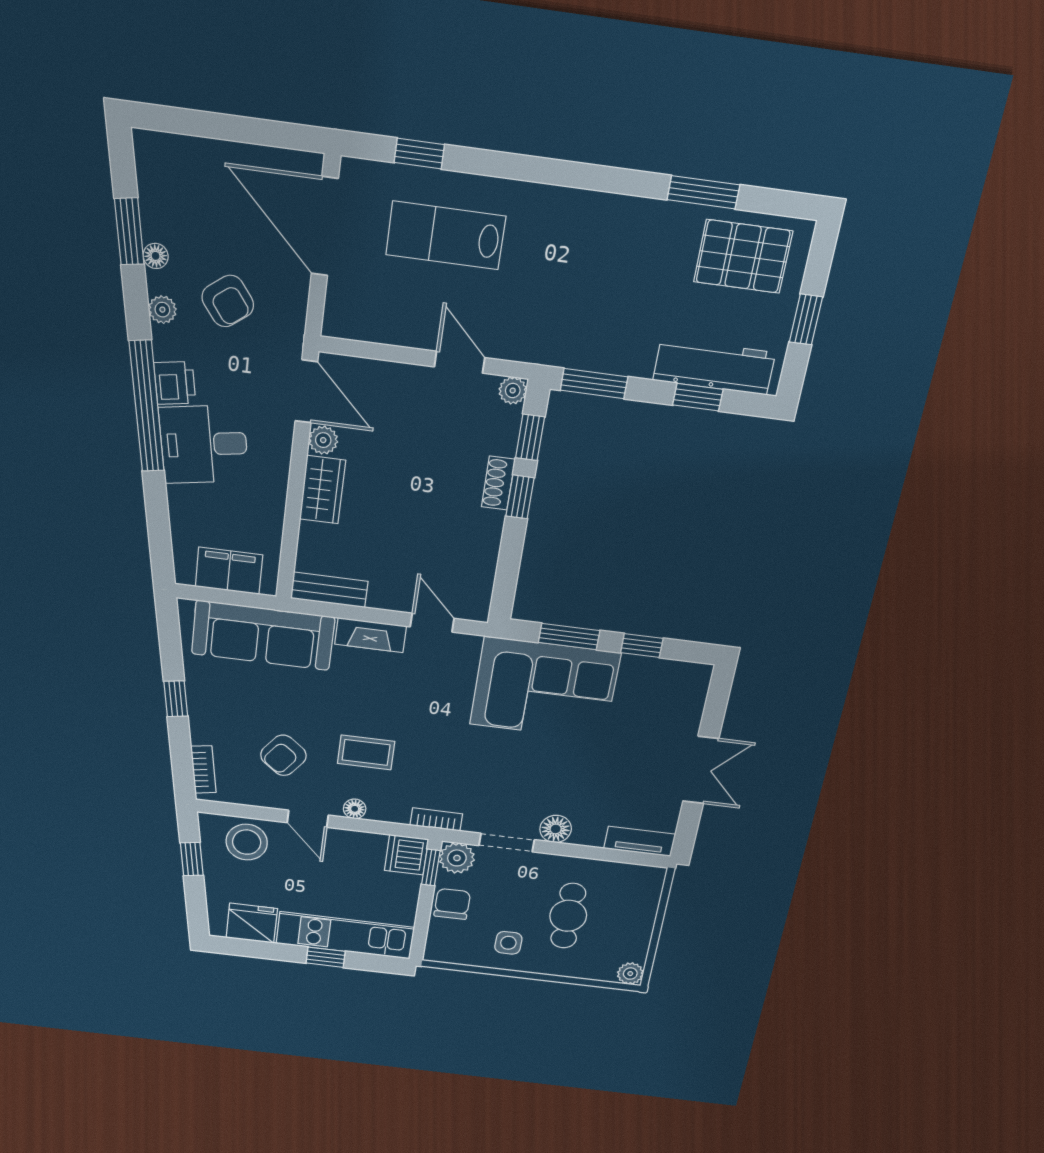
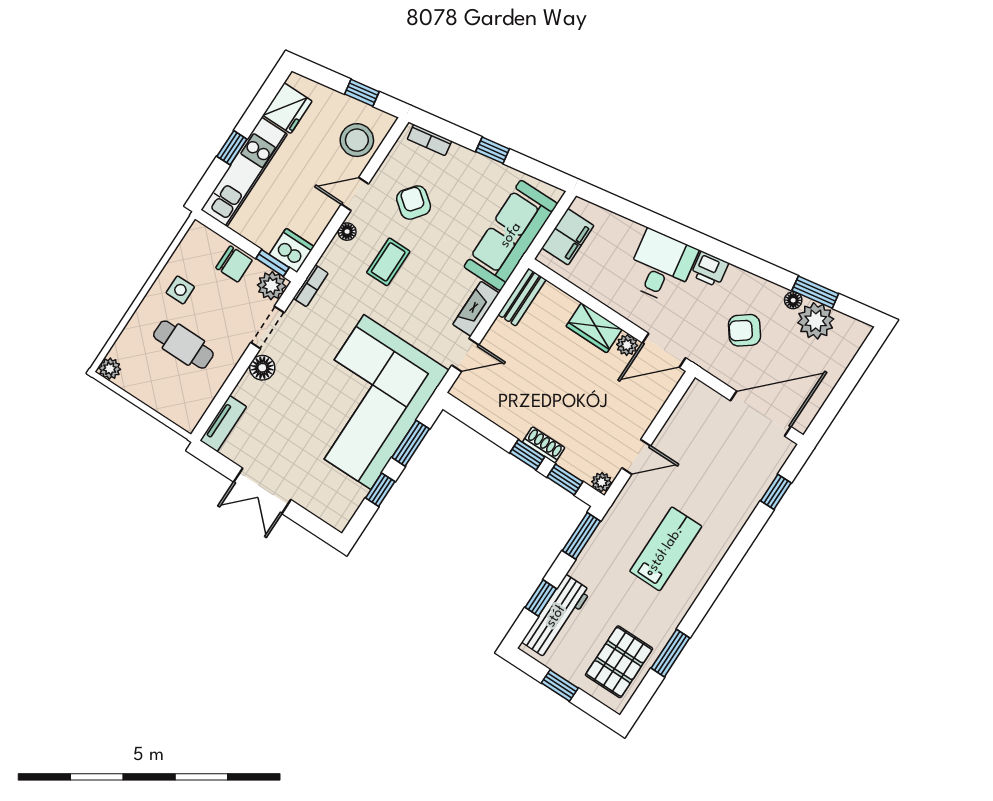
lab bench: (446, 235) -> (666, 549), moved
plant: (162, 310) -> (816, 321), moved, width x1.87, depth x1.87
window: (147, 406) -> (703, 243), removed
corner sofa: (545, 689) -> (367, 402), width x1.36, depth x1.36

